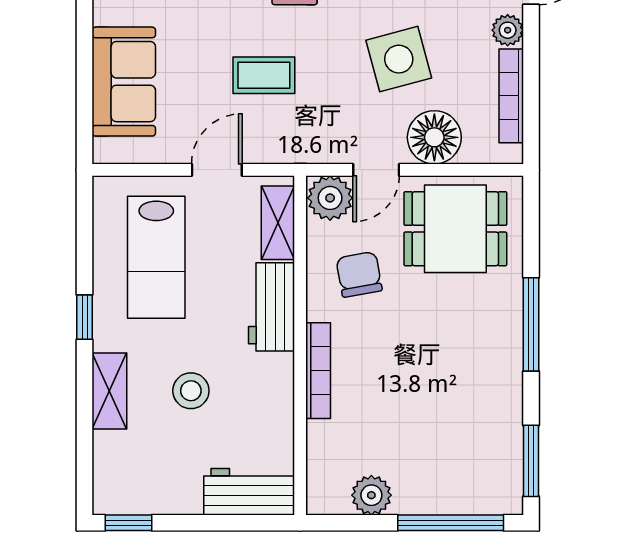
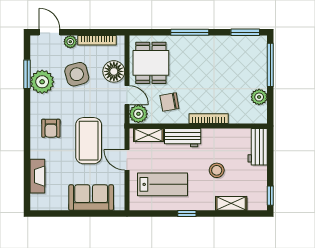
side table: (399, 59) -> (77, 74), moved
coffee table: (264, 75) -> (89, 141), width x1.86, depth x1.72
shelving: (109, 391) -> (231, 203), moved

